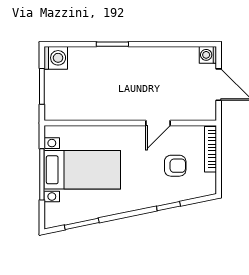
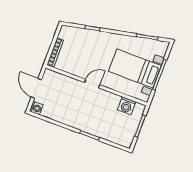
washing machine: (56, 58) -> (127, 106), moved, turned -90
door: (158, 123) -> (92, 84), moved
armchair: (175, 166) -> (80, 50), removed

